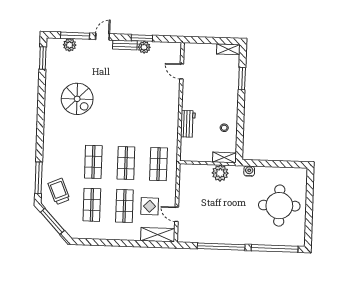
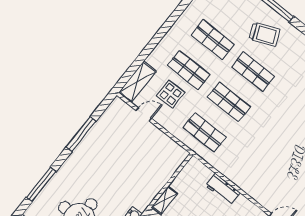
plant: (220, 173) -> (152, 185), removed
trolley: (59, 191) -> (264, 34), moved
window: (221, 247) -> (81, 134), width x0.68
window: (275, 248) -> (41, 184), width x0.68

